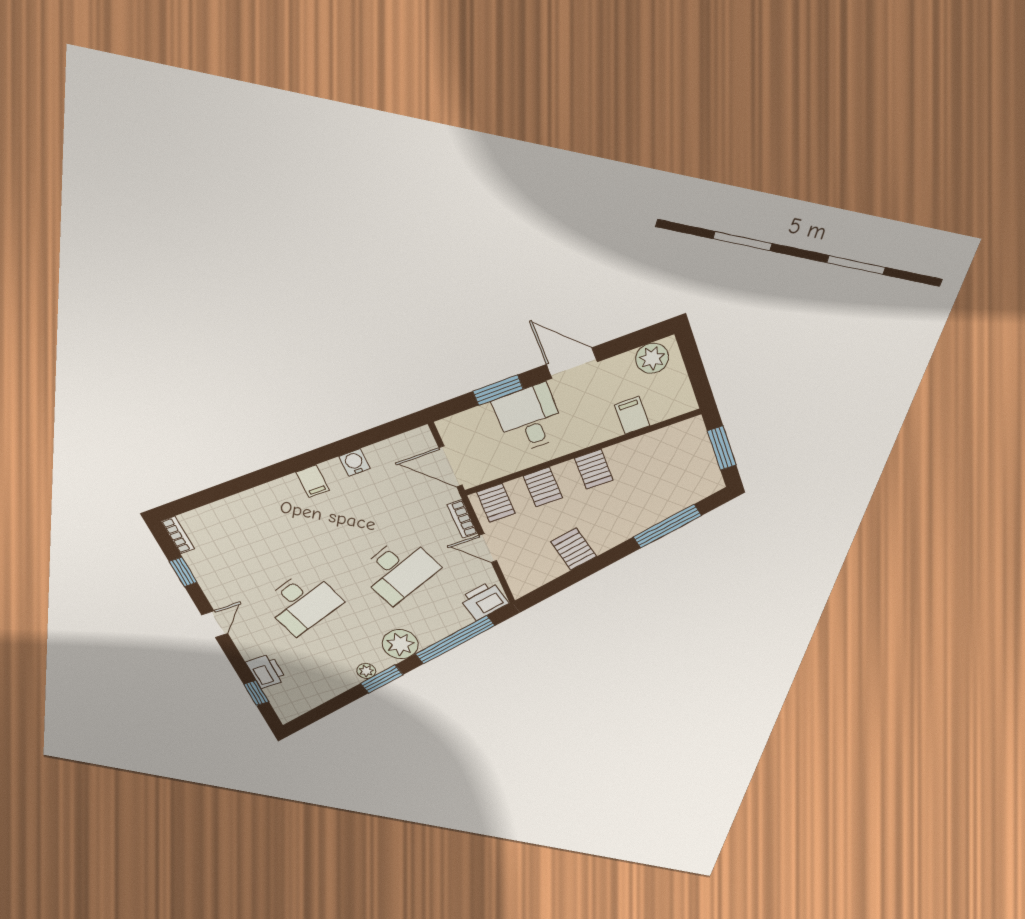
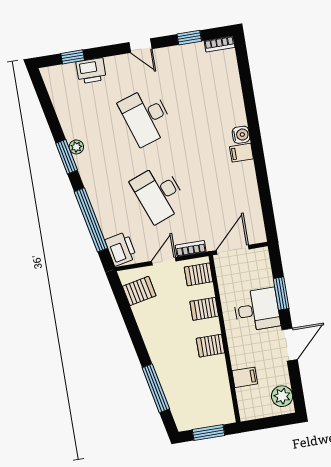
water cooler: (354, 462) -> (241, 135), moved
server rack: (574, 549) -> (139, 291), moved
plant: (400, 644) -> (95, 179), removed

